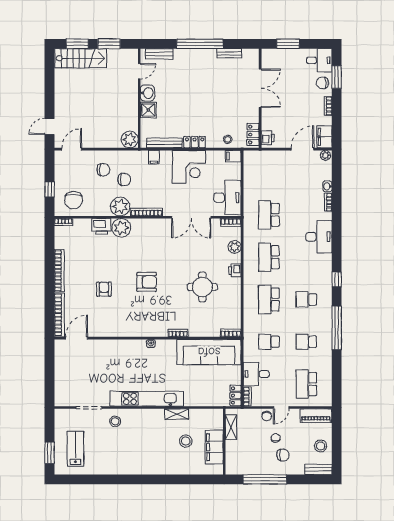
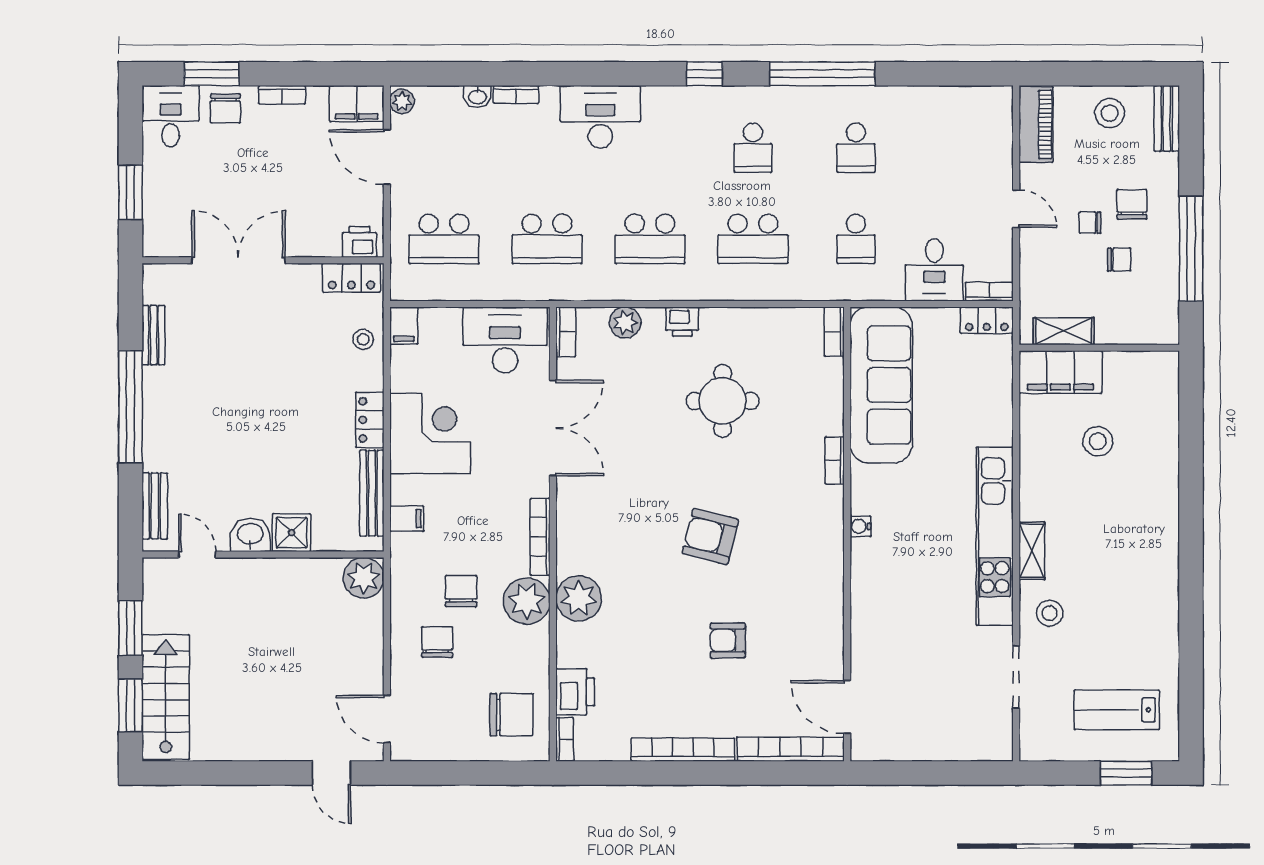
window: (50, 189) -> (485, 773), removed
printer: (101, 226) -> (575, 692), moved
armchair: (147, 282) -> (710, 536), turned -76
school desk: (306, 384) -> (444, 239), moved
shelving: (177, 414) -> (1032, 551), moved
chair: (267, 416) -> (1119, 259), moved
filing cabinet: (214, 447) -> (1060, 372), moved

